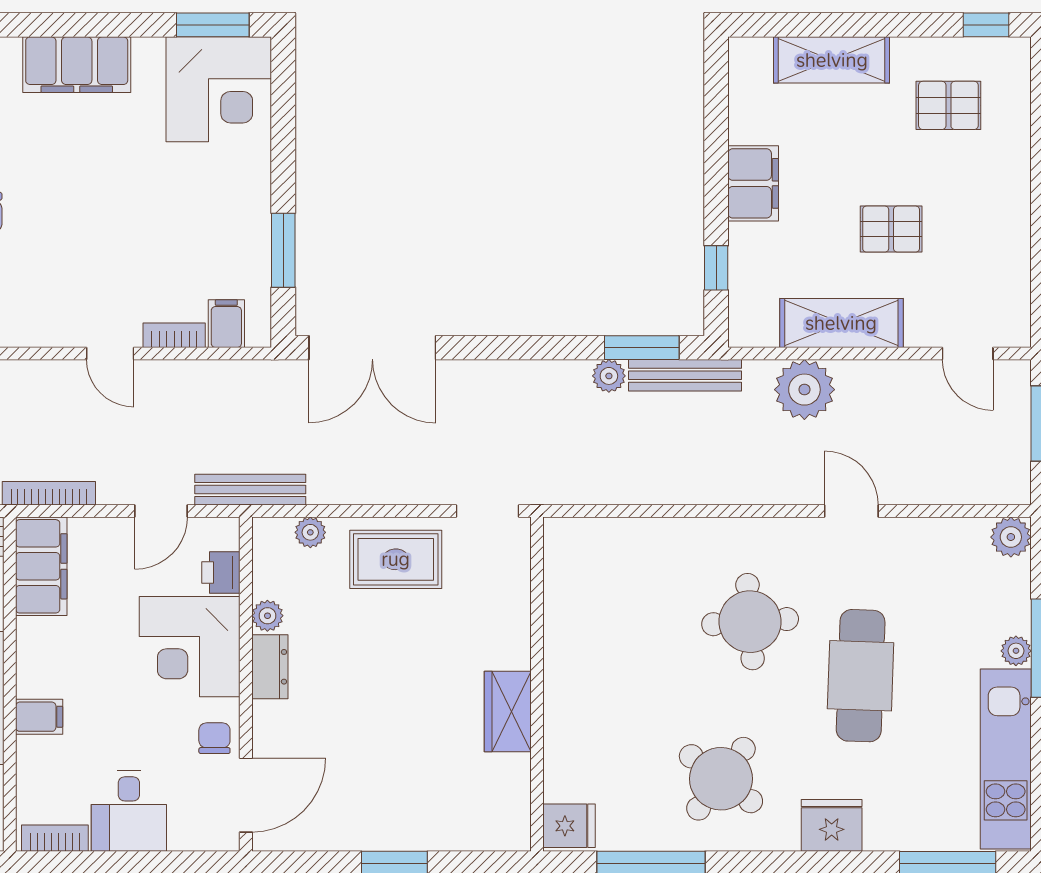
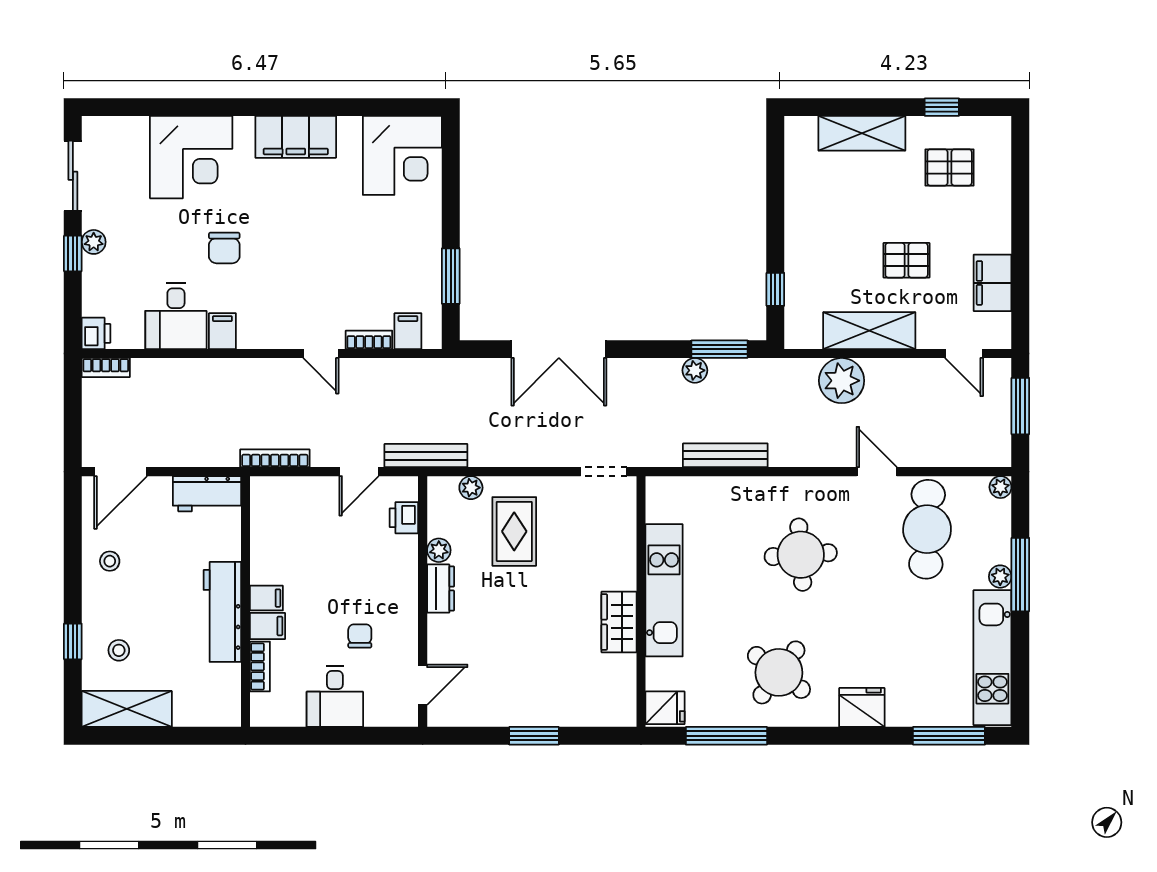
window: (213, 25) -> (398, 107), removed
window: (986, 25) -> (942, 107), moved
filing cabinet: (753, 183) -> (993, 283), moved, turned 180
double door: (372, 348) -> (559, 349), moved
bench: (685, 375) -> (725, 455), moved
plant: (1011, 537) -> (1000, 487), width x0.73, depth x0.73
rug: (396, 559) -> (514, 531), moved, turned 90
filing cabinet: (41, 566) -> (266, 598), moved, width x0.33, depth x0.86
corner desk: (190, 647) -> (380, 573), removed
kitchen unit: (568, 669) -> (664, 590), added
cafe table: (861, 676) -> (927, 529), moved
chair: (214, 738) -> (360, 636), moved
door: (246, 795) -> (423, 685), width x0.73
bookcase: (55, 838) -> (260, 666), moved, turned 90

